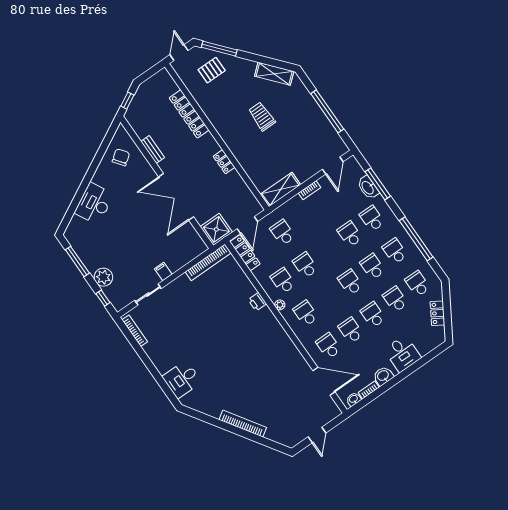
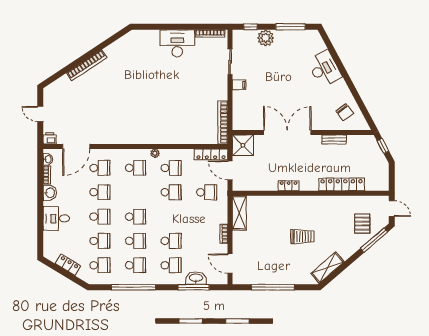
printer: (257, 302) -> (50, 138), moved
desk: (182, 379) -> (177, 43), moved, width x1.37

